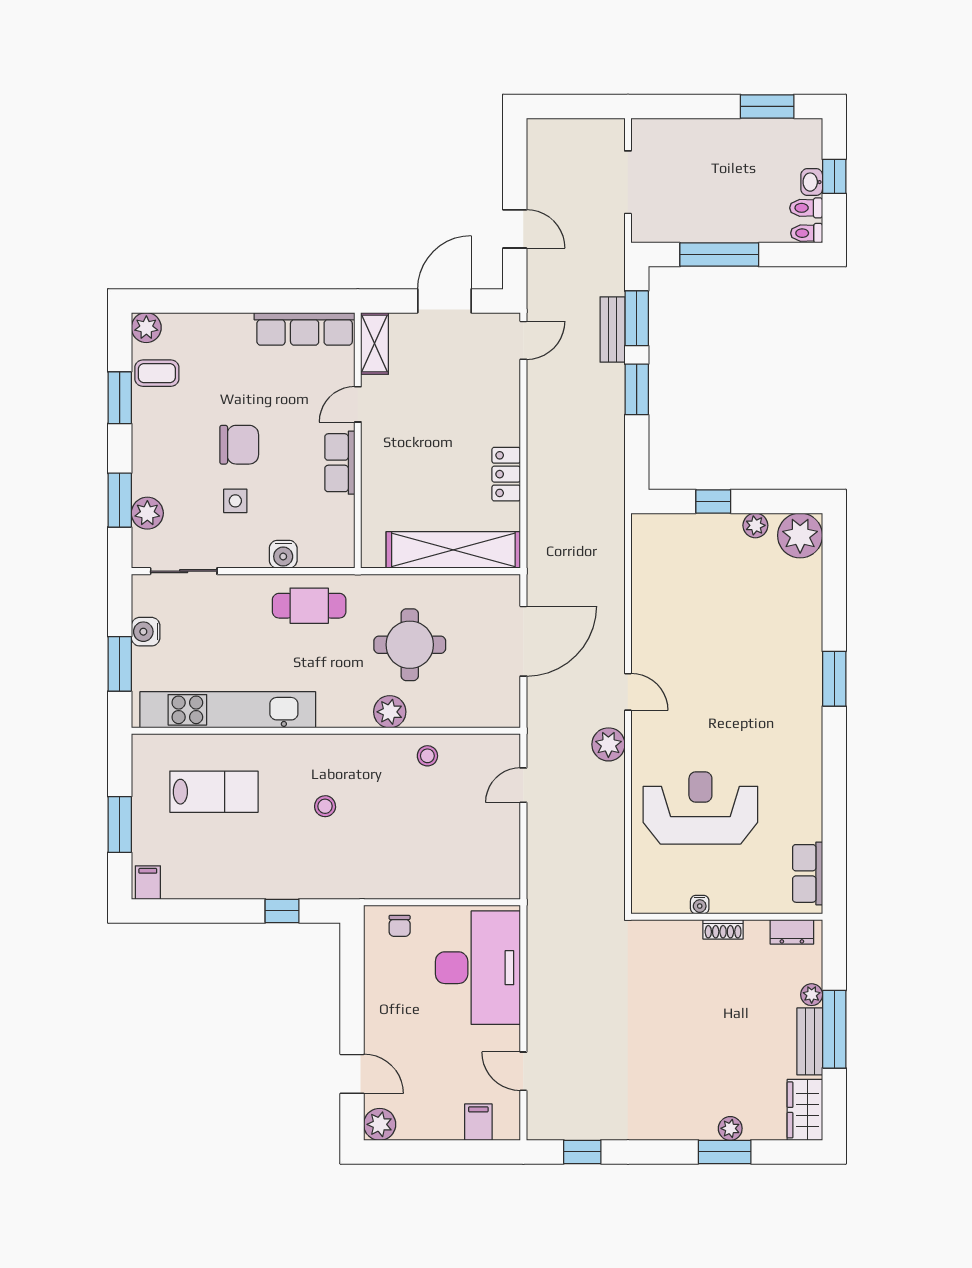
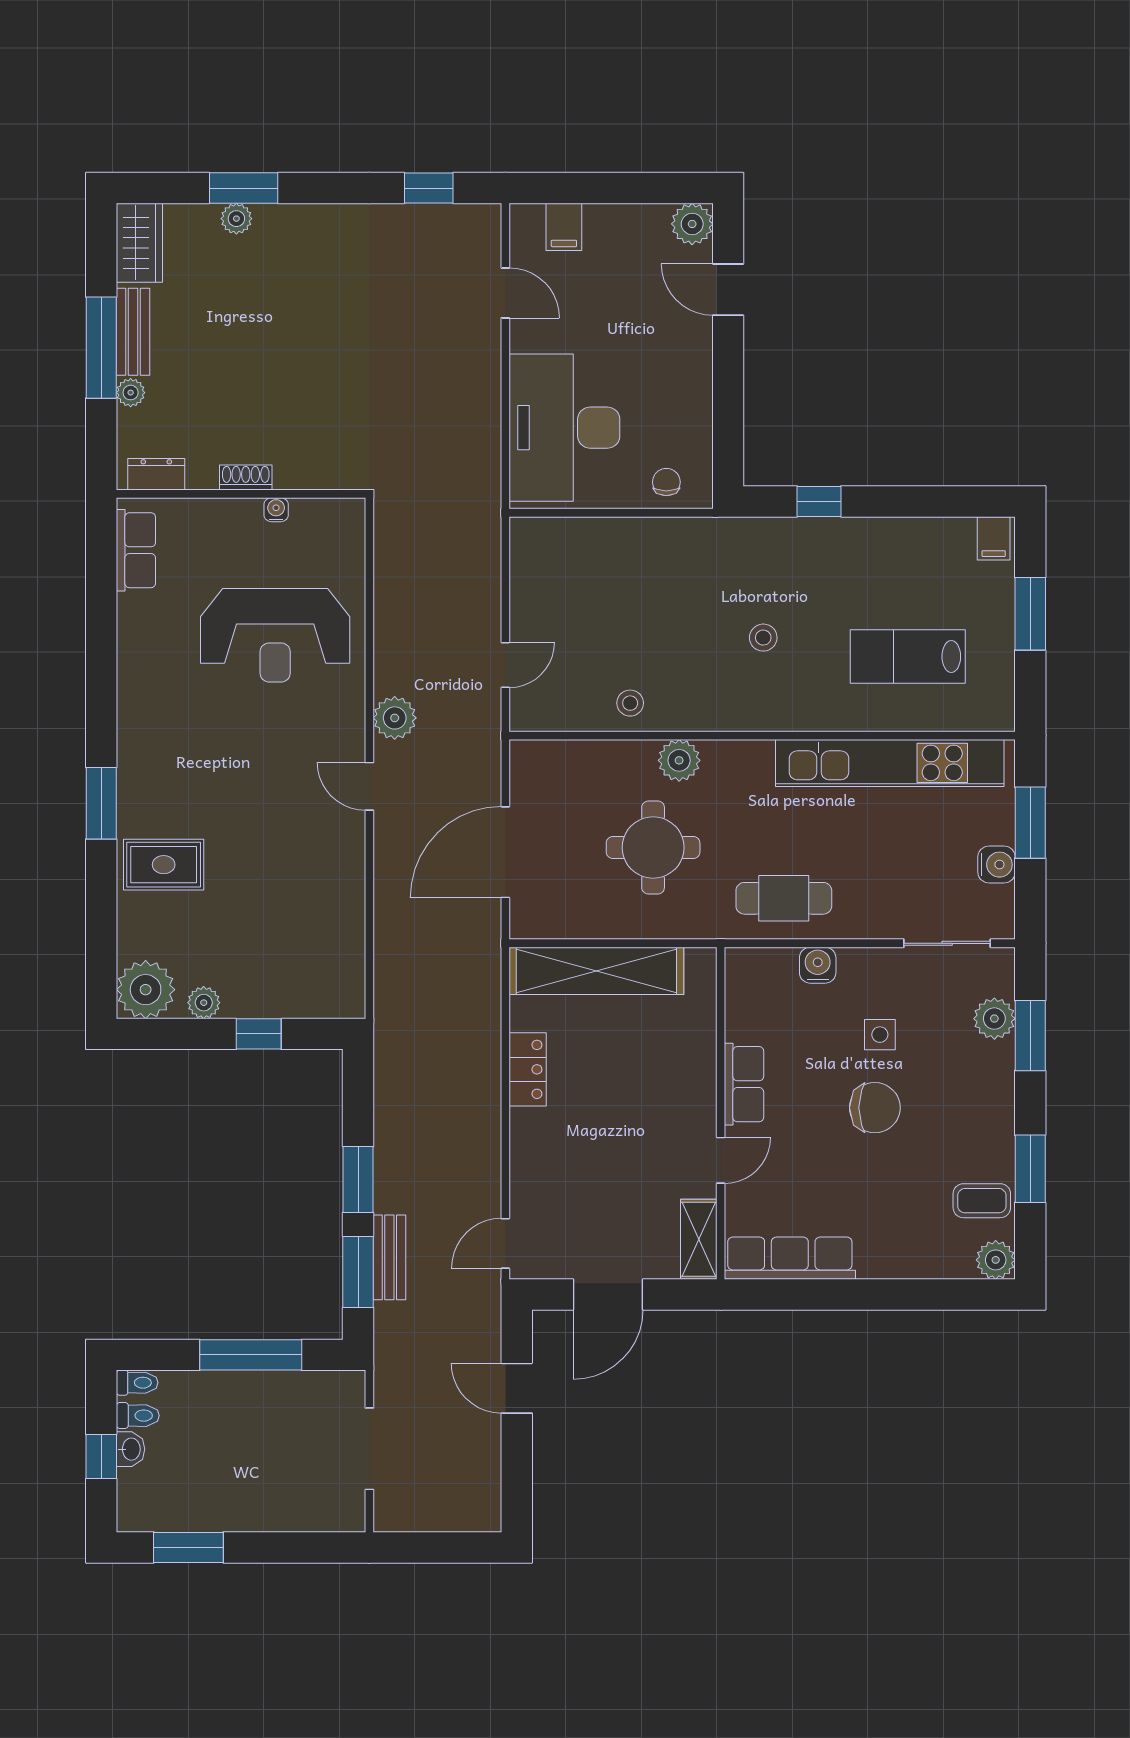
chair: (239, 445) -> (875, 1108), turned 180
rug: (786, 632) -> (164, 865), added

